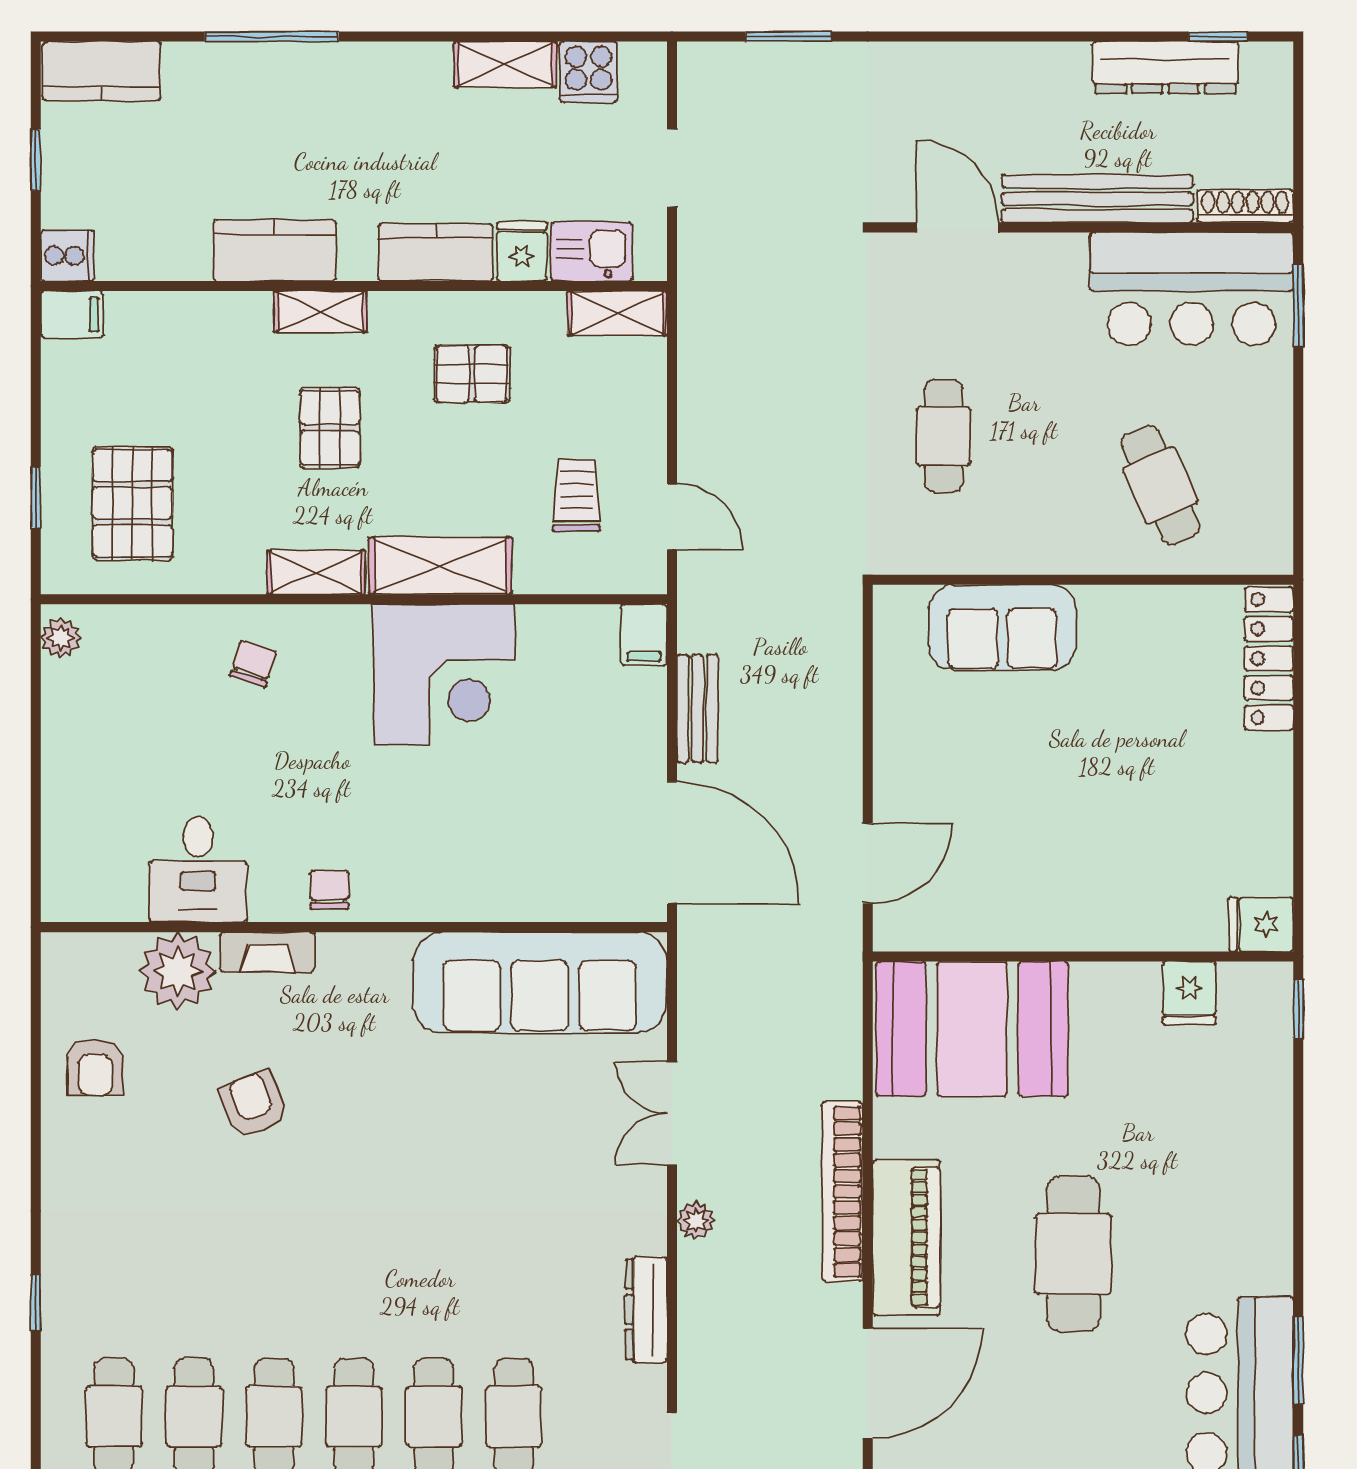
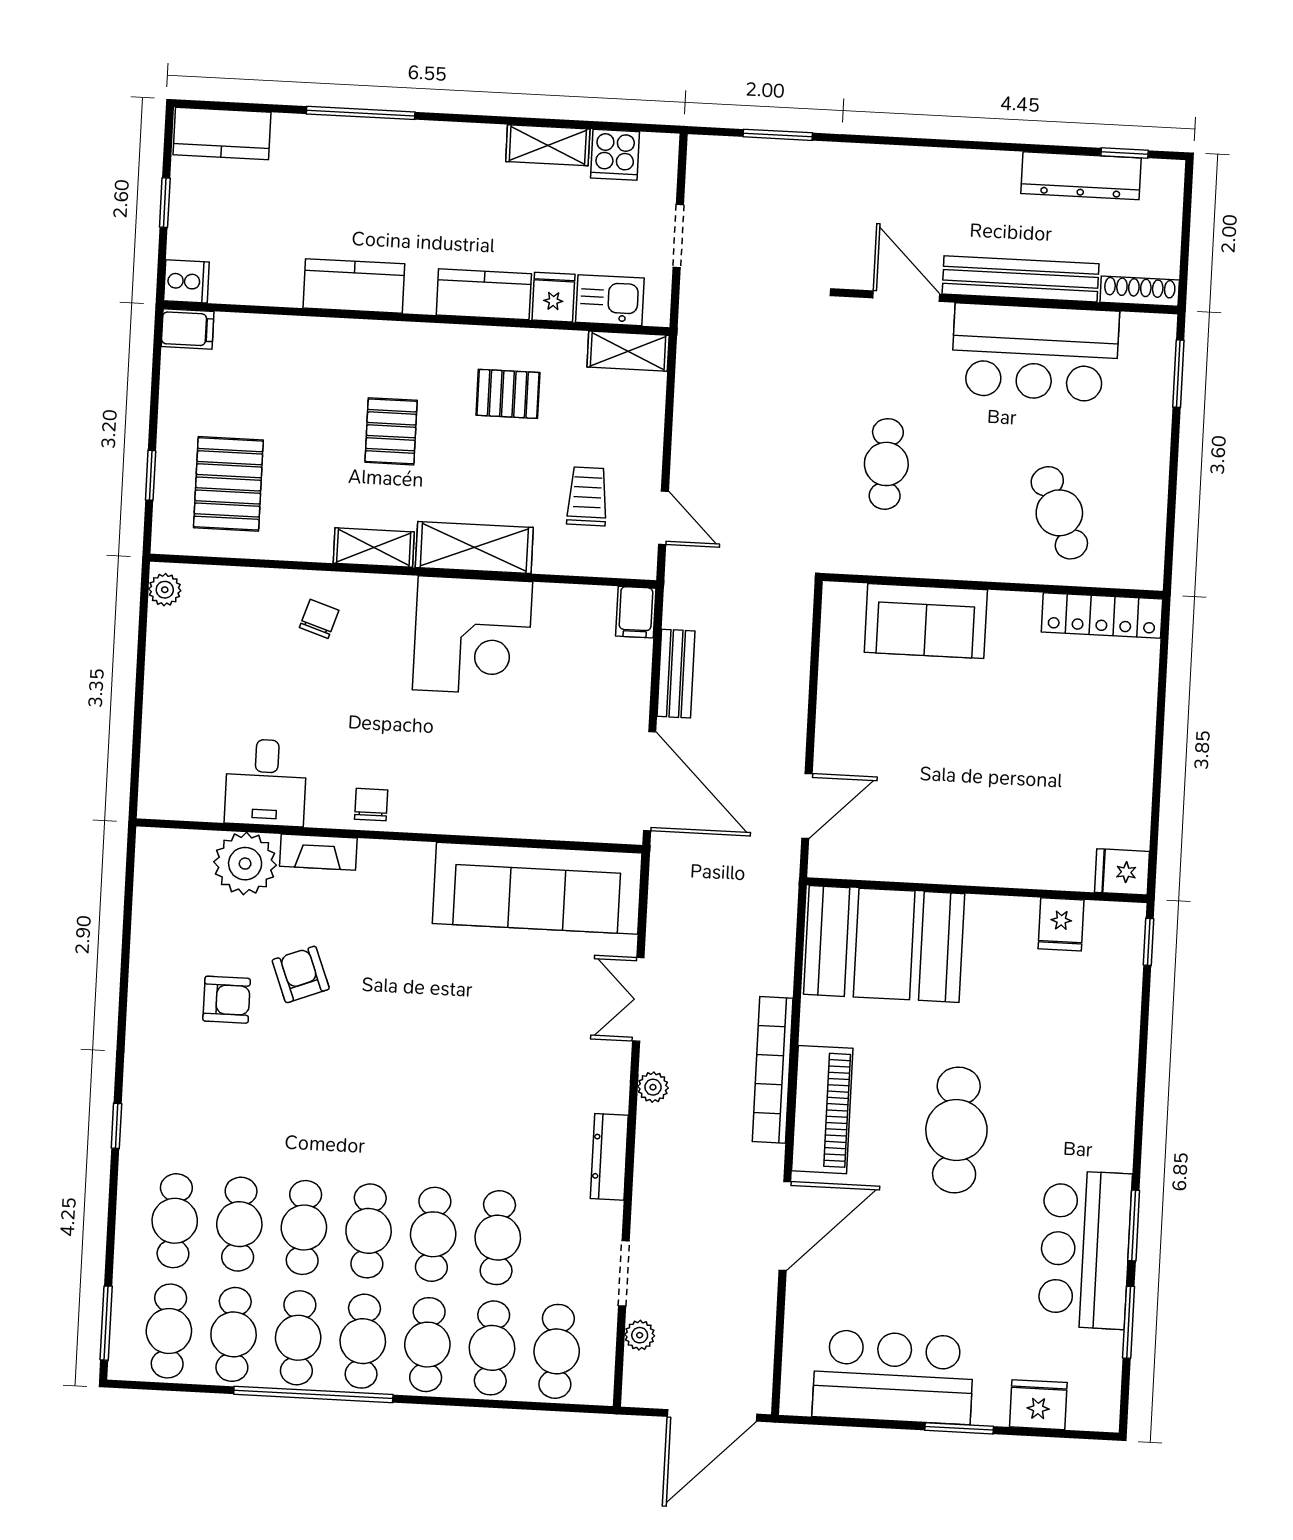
bar counter: (1192, 289) -> (1035, 353), moved
shelving: (320, 312) -> (388, 337), removed
locker: (1269, 658) -> (1102, 615), moved, turned -90
armchair: (95, 1067) -> (227, 1000), moved, turned -90

